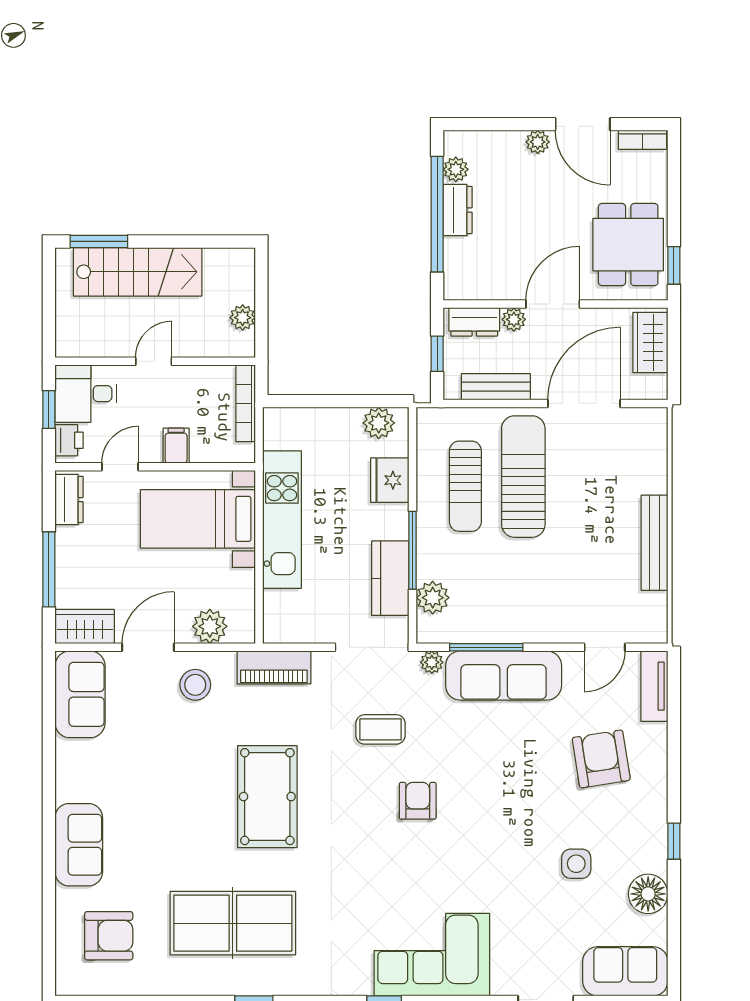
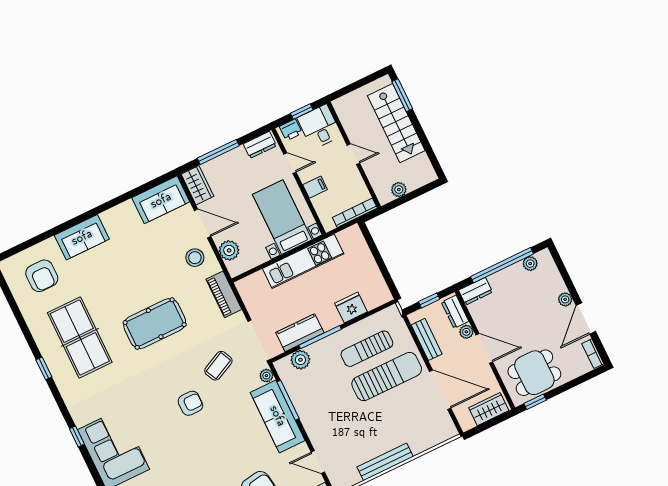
dresser: (458, 210) -> (476, 291), moved
plant: (379, 423) -> (378, 287), removed
coffee table: (380, 729) -> (218, 366), turned 64

